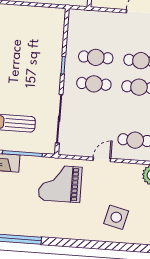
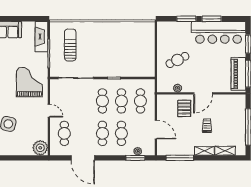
cafe table: (98, 31) -> (140, 101), added

